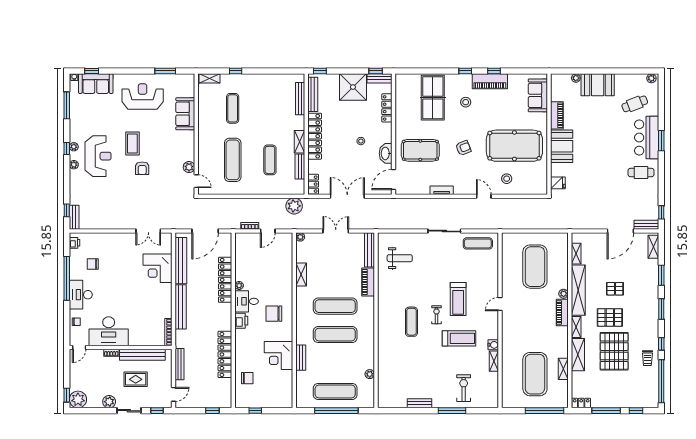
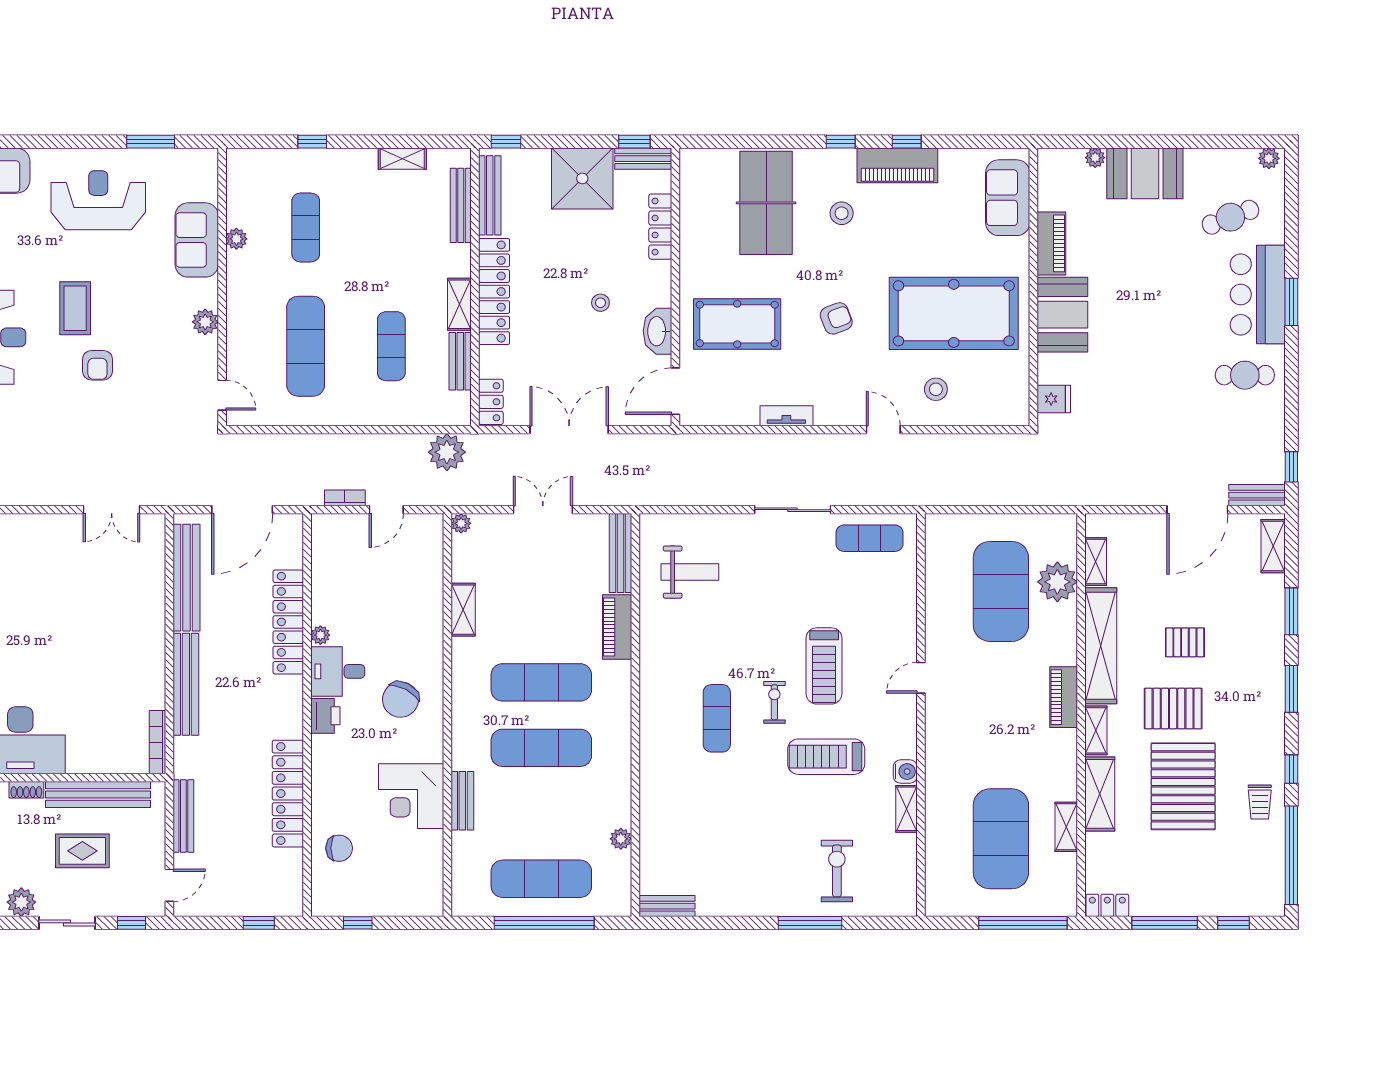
shelving: (209, 78) -> (402, 159), moved
plant: (203, 113) -> (236, 239), added
plant: (189, 167) -> (205, 322), moved
corner desk: (157, 268) -> (133, 595), removed
plant: (564, 294) -> (1057, 582), moved, width x1.87, depth x1.87
chair: (274, 314) -> (400, 700), turned -62
treadmill: (459, 338) -> (826, 757), turned 180
bench: (420, 403) -> (667, 906), moved

